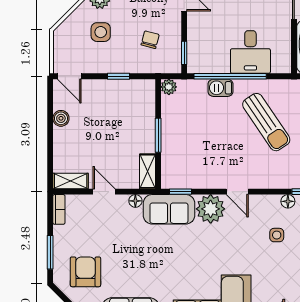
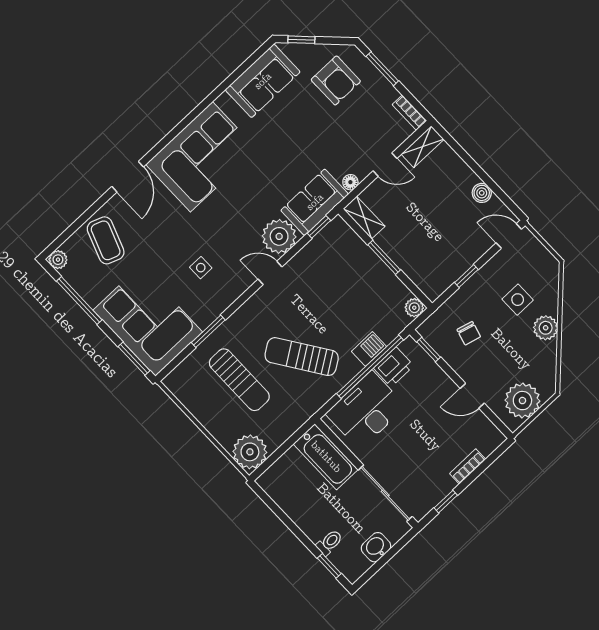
desk: (250, 52) -> (366, 410), width x1.37
printer: (216, 62) -> (394, 367), added
floor lamp: (288, 201) -> (218, 306), removed

